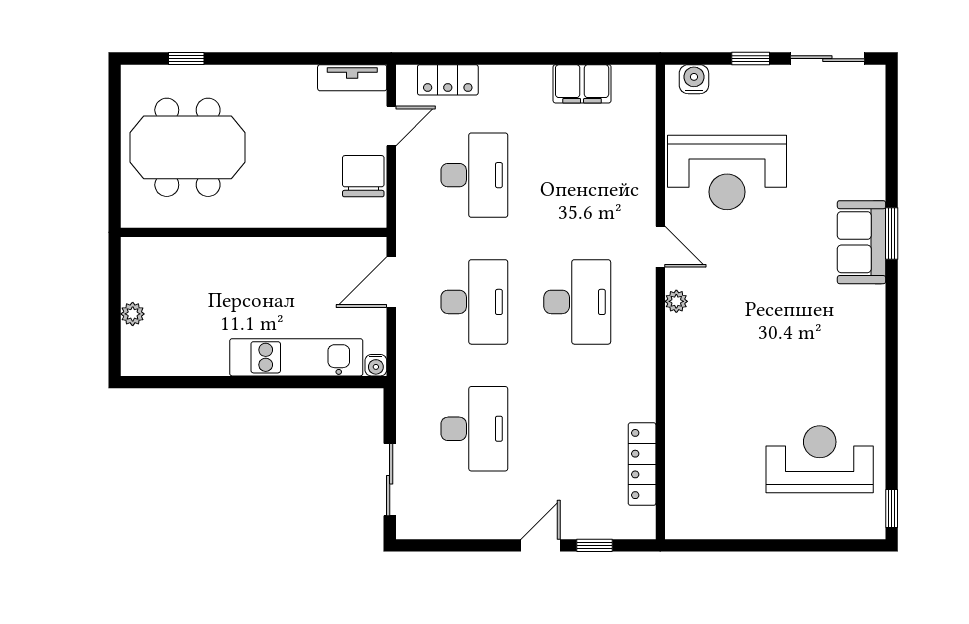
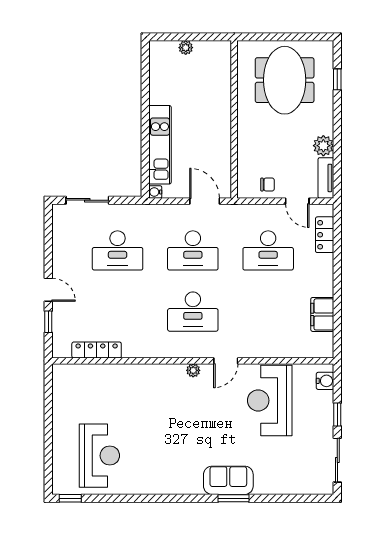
plant: (298, 82) -> (323, 146), added
chair: (363, 176) -> (268, 185), width x0.54, depth x0.54

